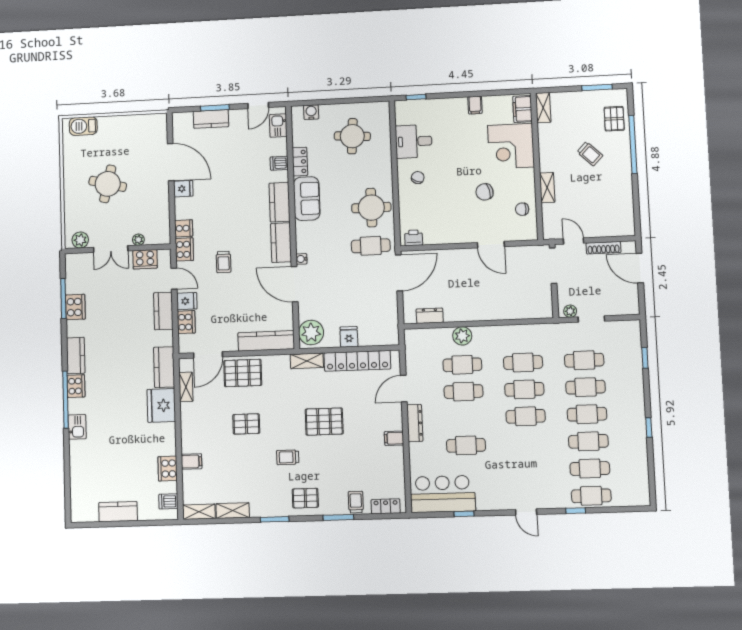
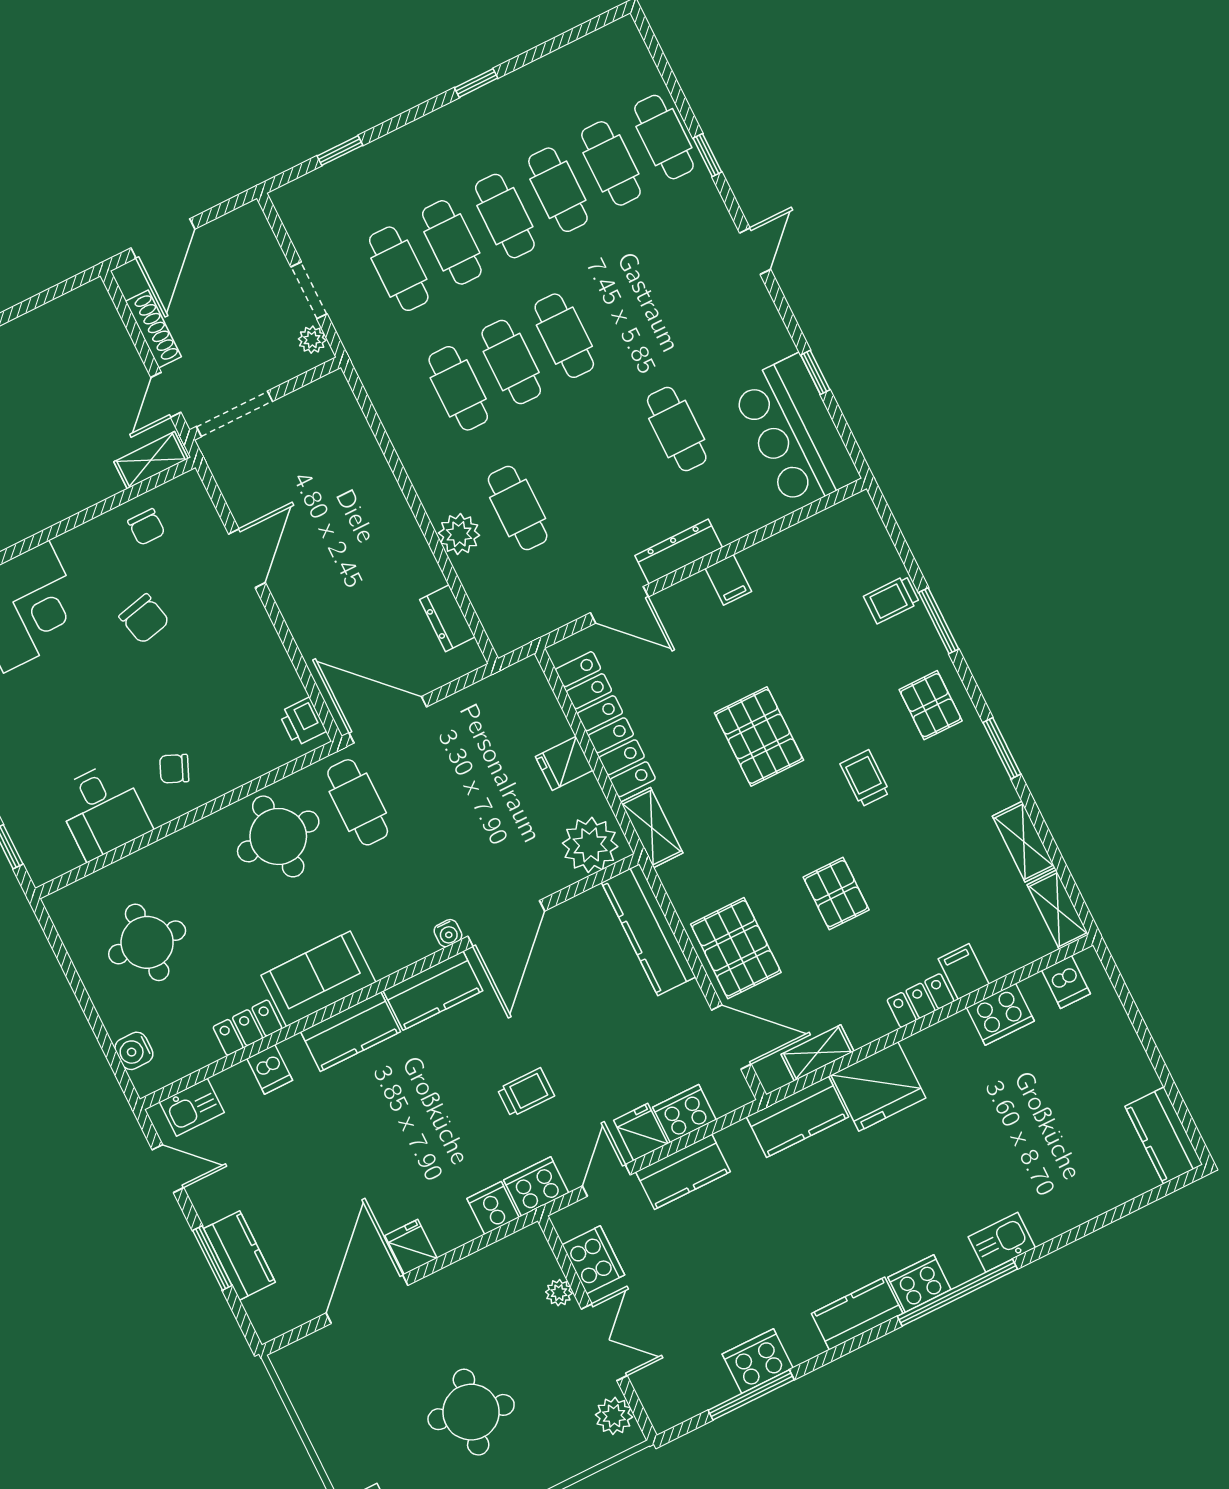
shelving: (547, 188) -> (151, 460), moved
cafe table: (464, 392) -> (571, 482), removed
trolley: (288, 457) -> (865, 778), turned 180
locker: (386, 506) -> (920, 1001), moved, turned 90
kitchen counter: (118, 512) -> (1164, 1135), moved

